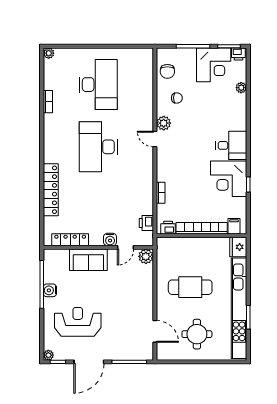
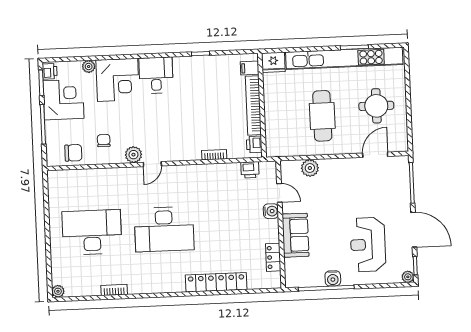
corner desk: (229, 179) -> (118, 80), moved
locker: (70, 240) -> (273, 257), width x0.66
plant: (146, 256) -> (310, 168), moved

